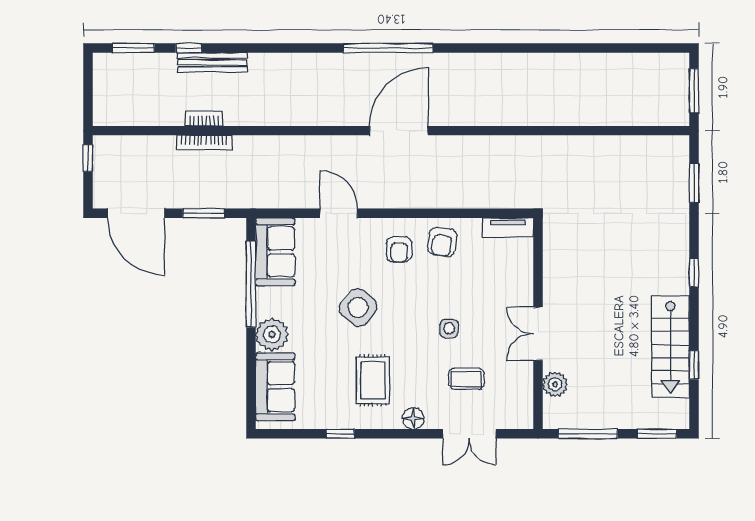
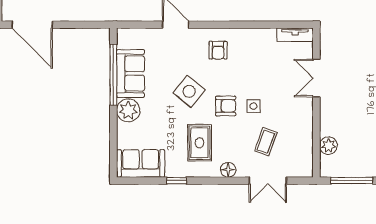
window: (204, 213) -> (80, 25), removed
armchair: (442, 242) -> (226, 106), moved, turned -98
sofa: (275, 252) -> (130, 73), moved
double door: (538, 334) -> (316, 78), moved
coffee table: (466, 379) -> (266, 142), turned -70
sofa: (275, 387) -> (141, 163), moved, turned -90

